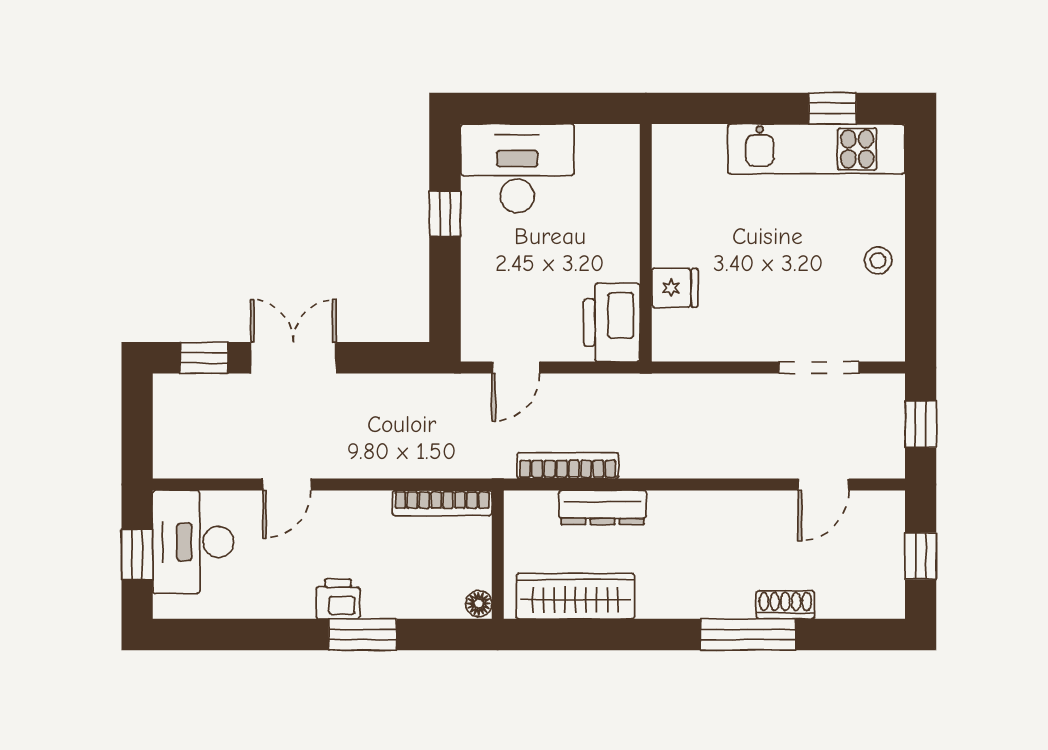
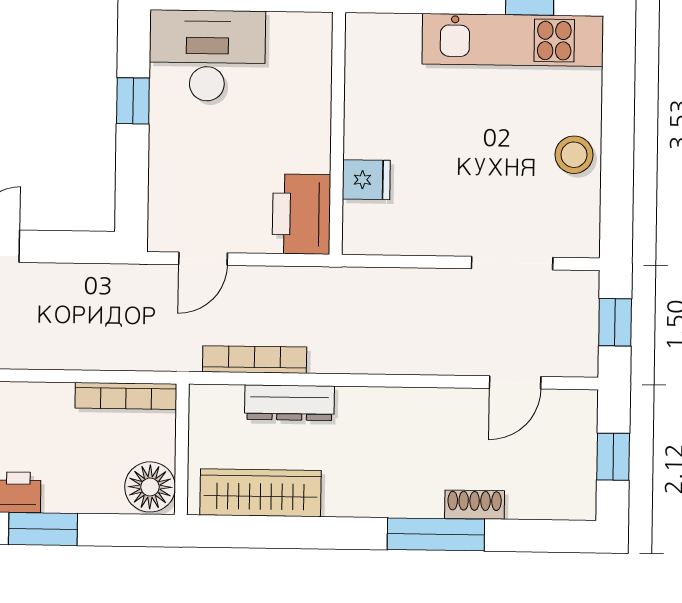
stool: (878, 261) -> (574, 155), width x1.37, depth x1.37
floor lamp: (479, 604) -> (150, 487), width x1.89, depth x1.89

